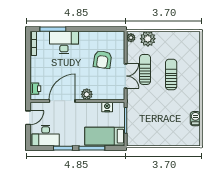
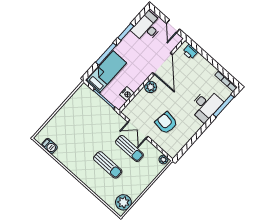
plant: (148, 39) -> (123, 202), moved
barbecue: (195, 119) -> (49, 146), moved

